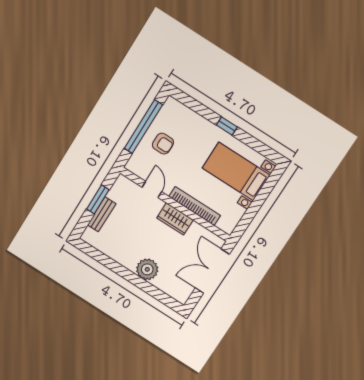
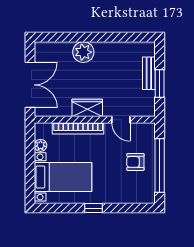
plant: (238, 212) -> (41, 145), added

